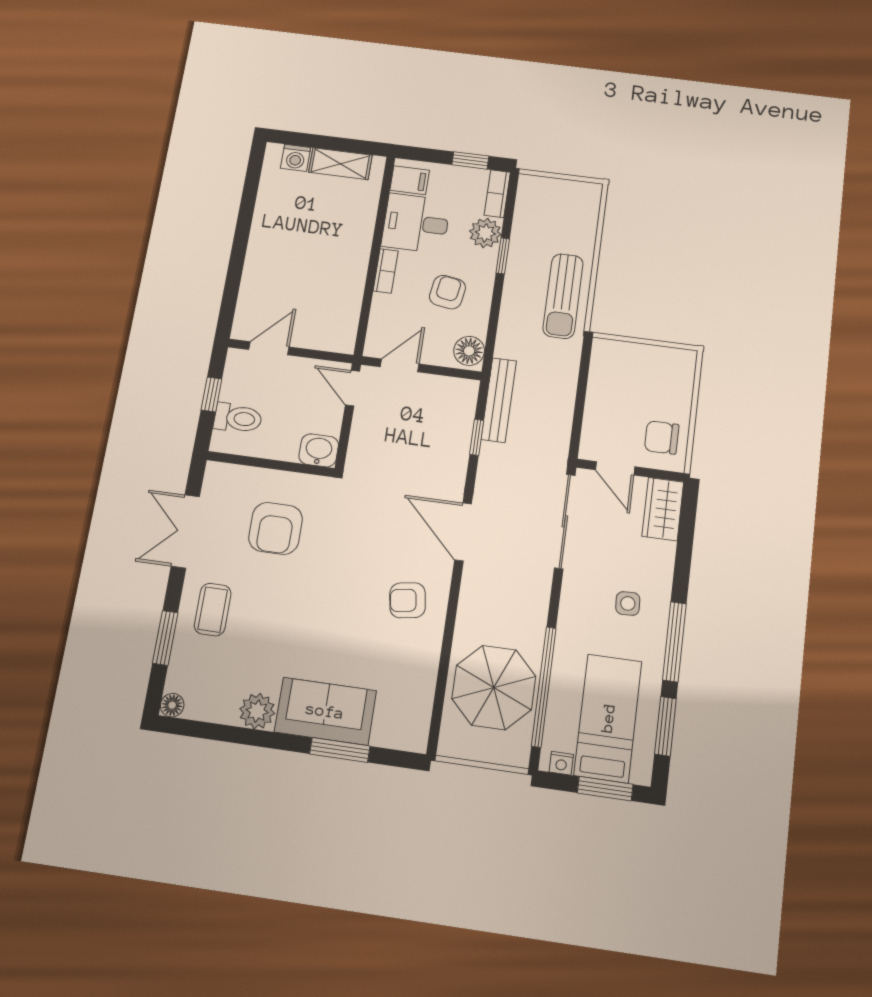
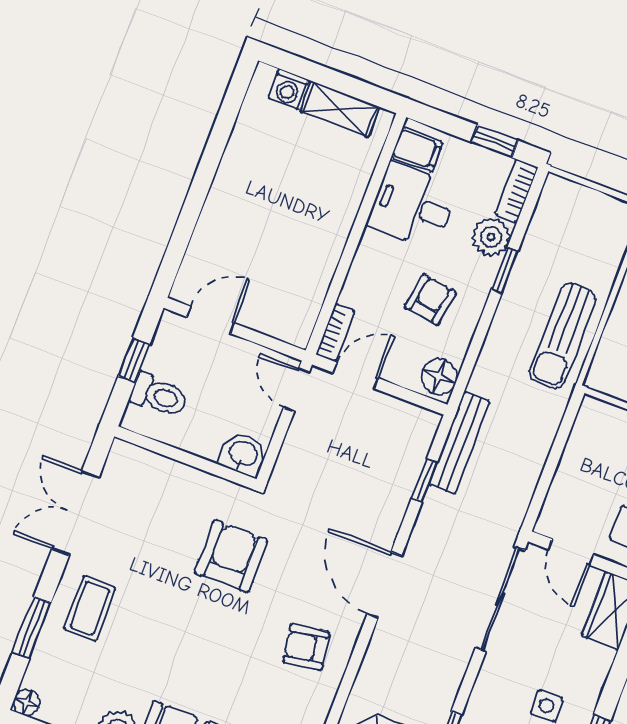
bookcase: (386, 271) -> (336, 333), moved
armchair: (276, 528) -> (231, 556), moved, turned 180

